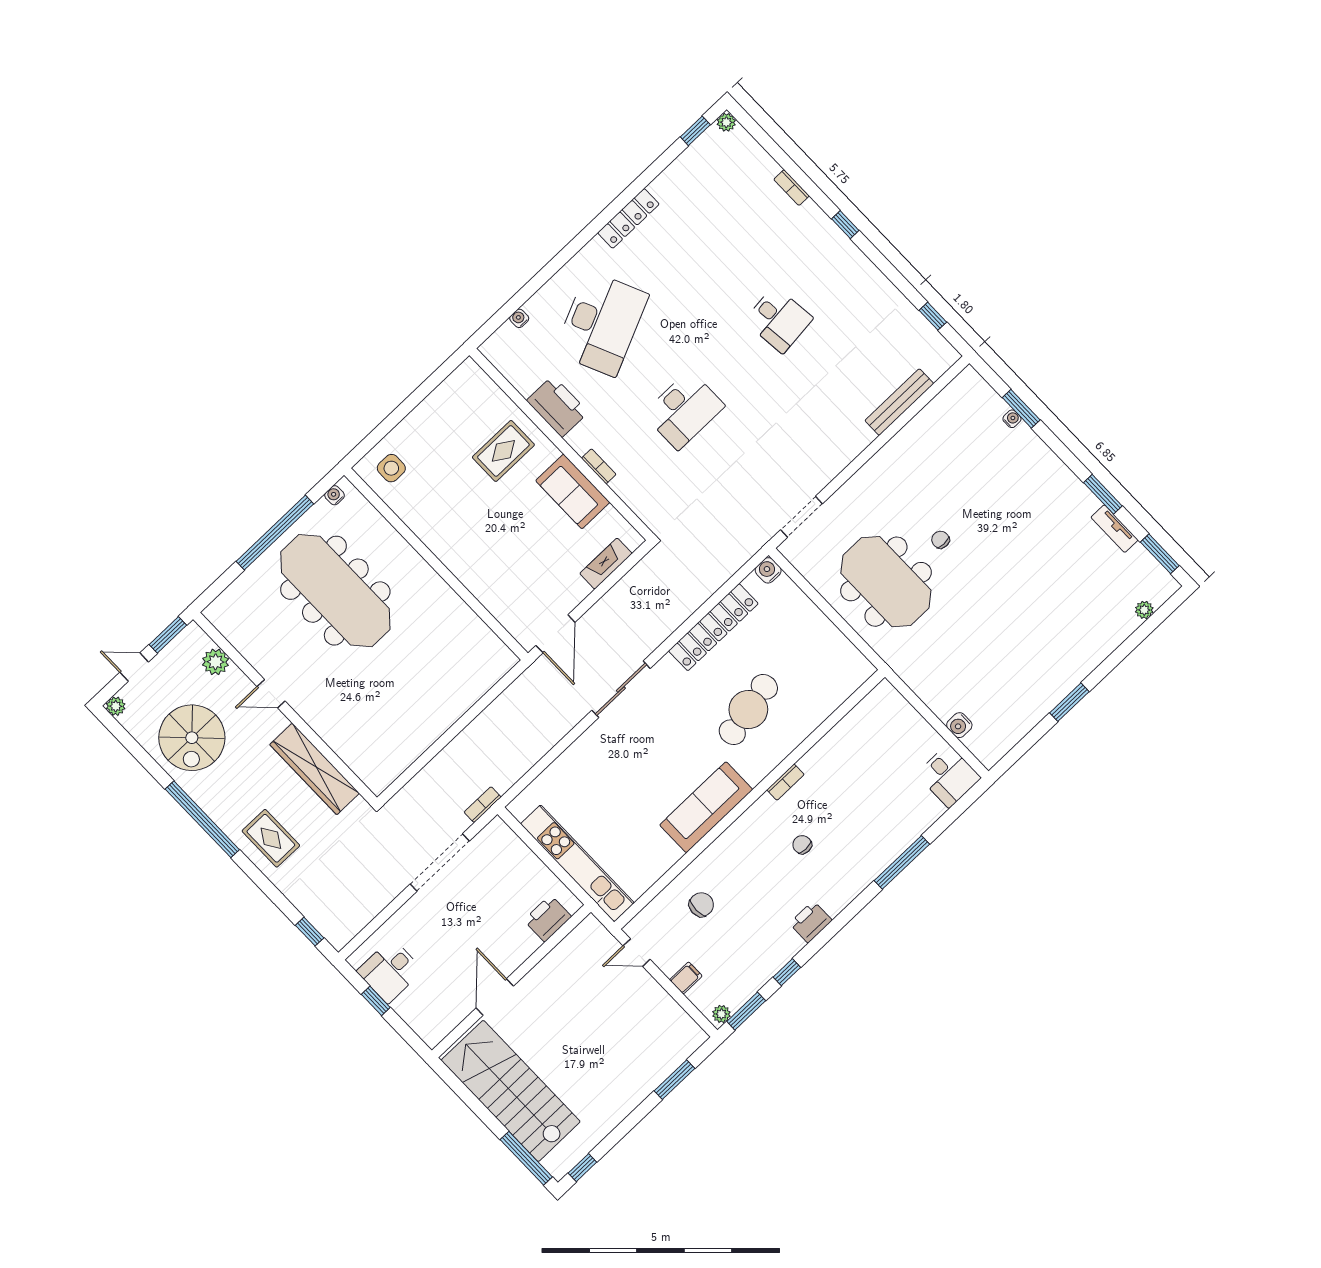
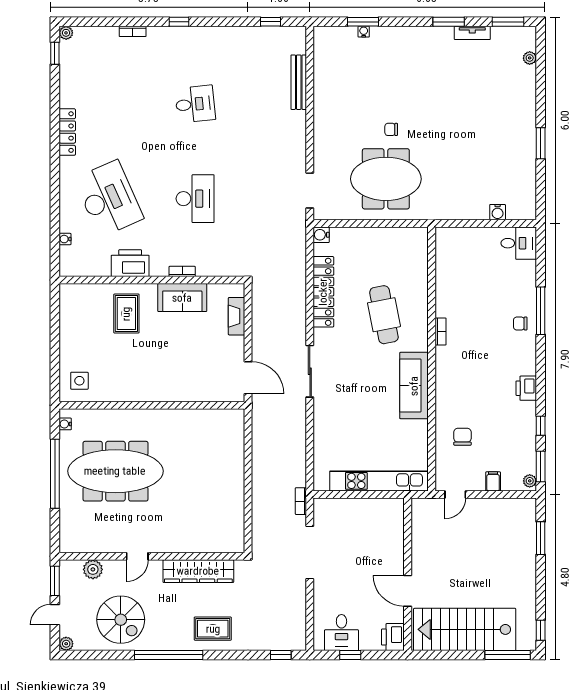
chair: (802, 845) -> (520, 324), moved
printer: (548, 918) -> (393, 637), moved

